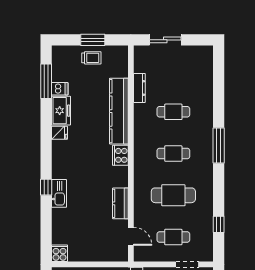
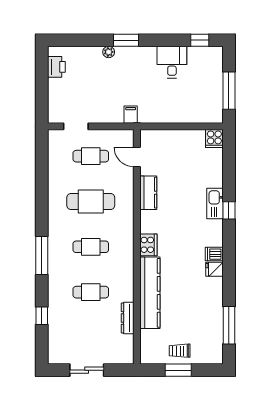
sliding door: (165, 40) -> (87, 370), moved
dishwasher: (60, 89) -> (214, 254), moved
freezer: (61, 111) -> (213, 293), removed
window: (219, 224) -> (42, 316), moved

